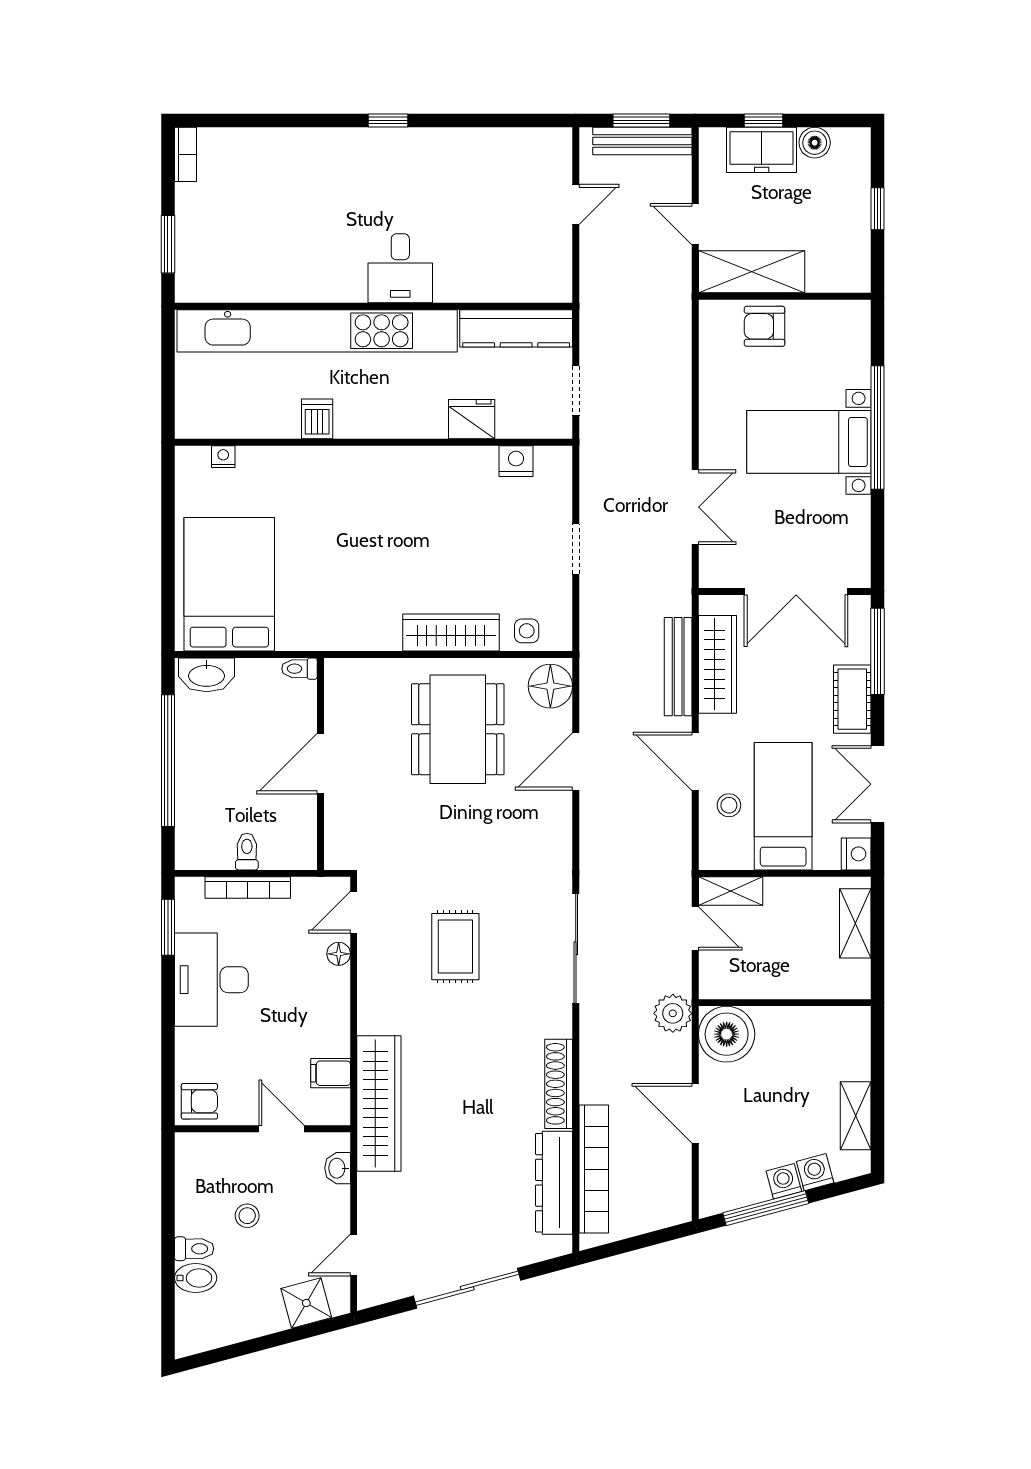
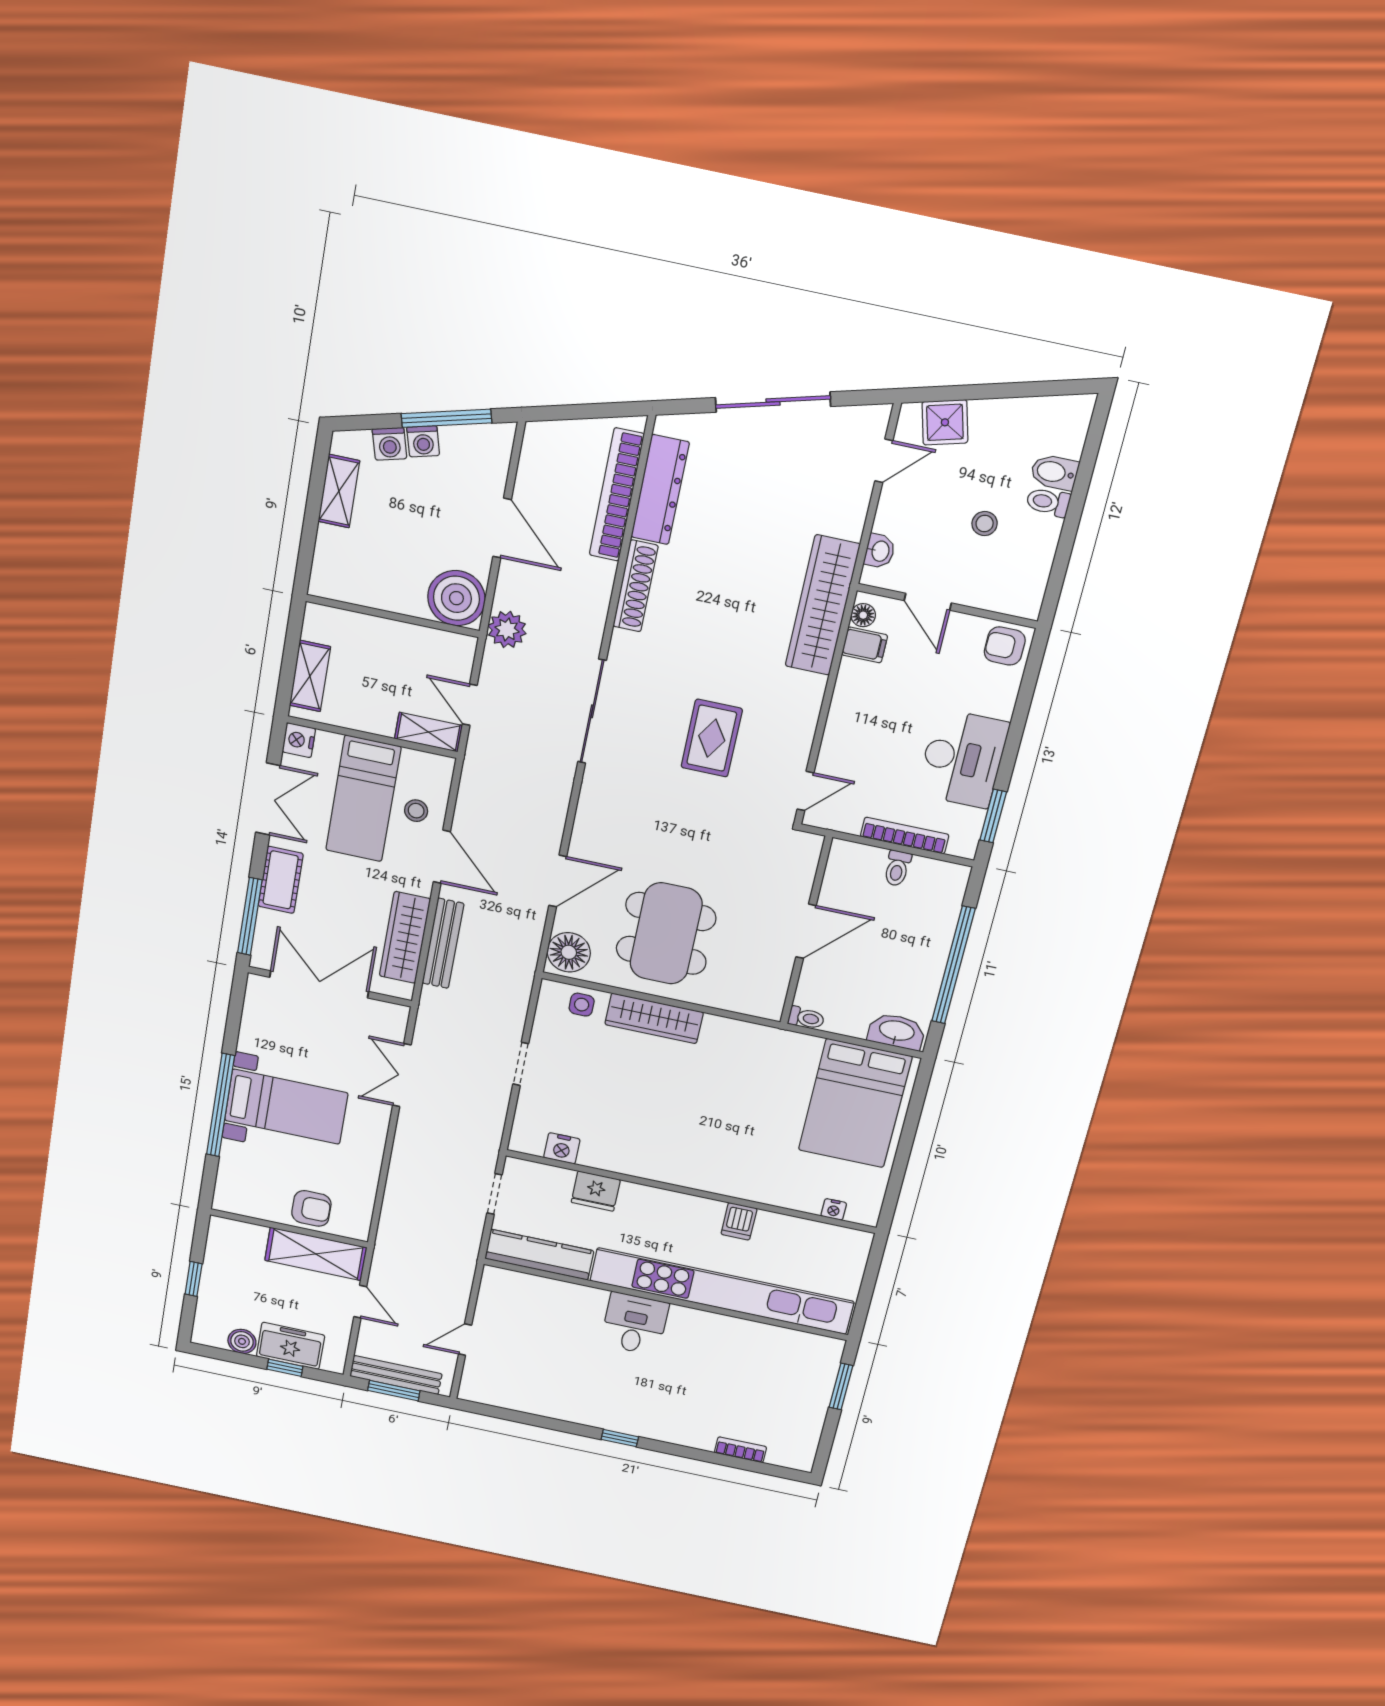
bookcase: (185, 154) -> (740, 1450), moved, turned 90
floor lamp: (339, 954) -> (863, 615), moved

